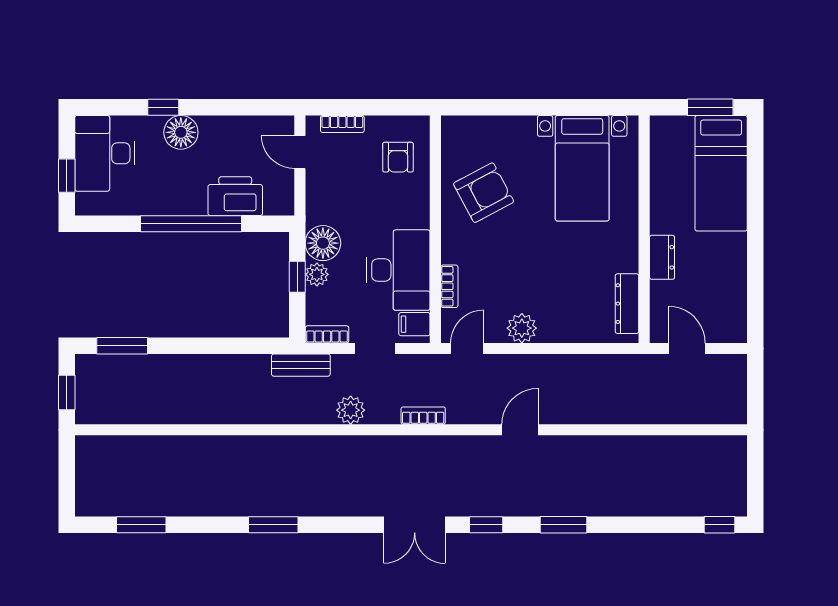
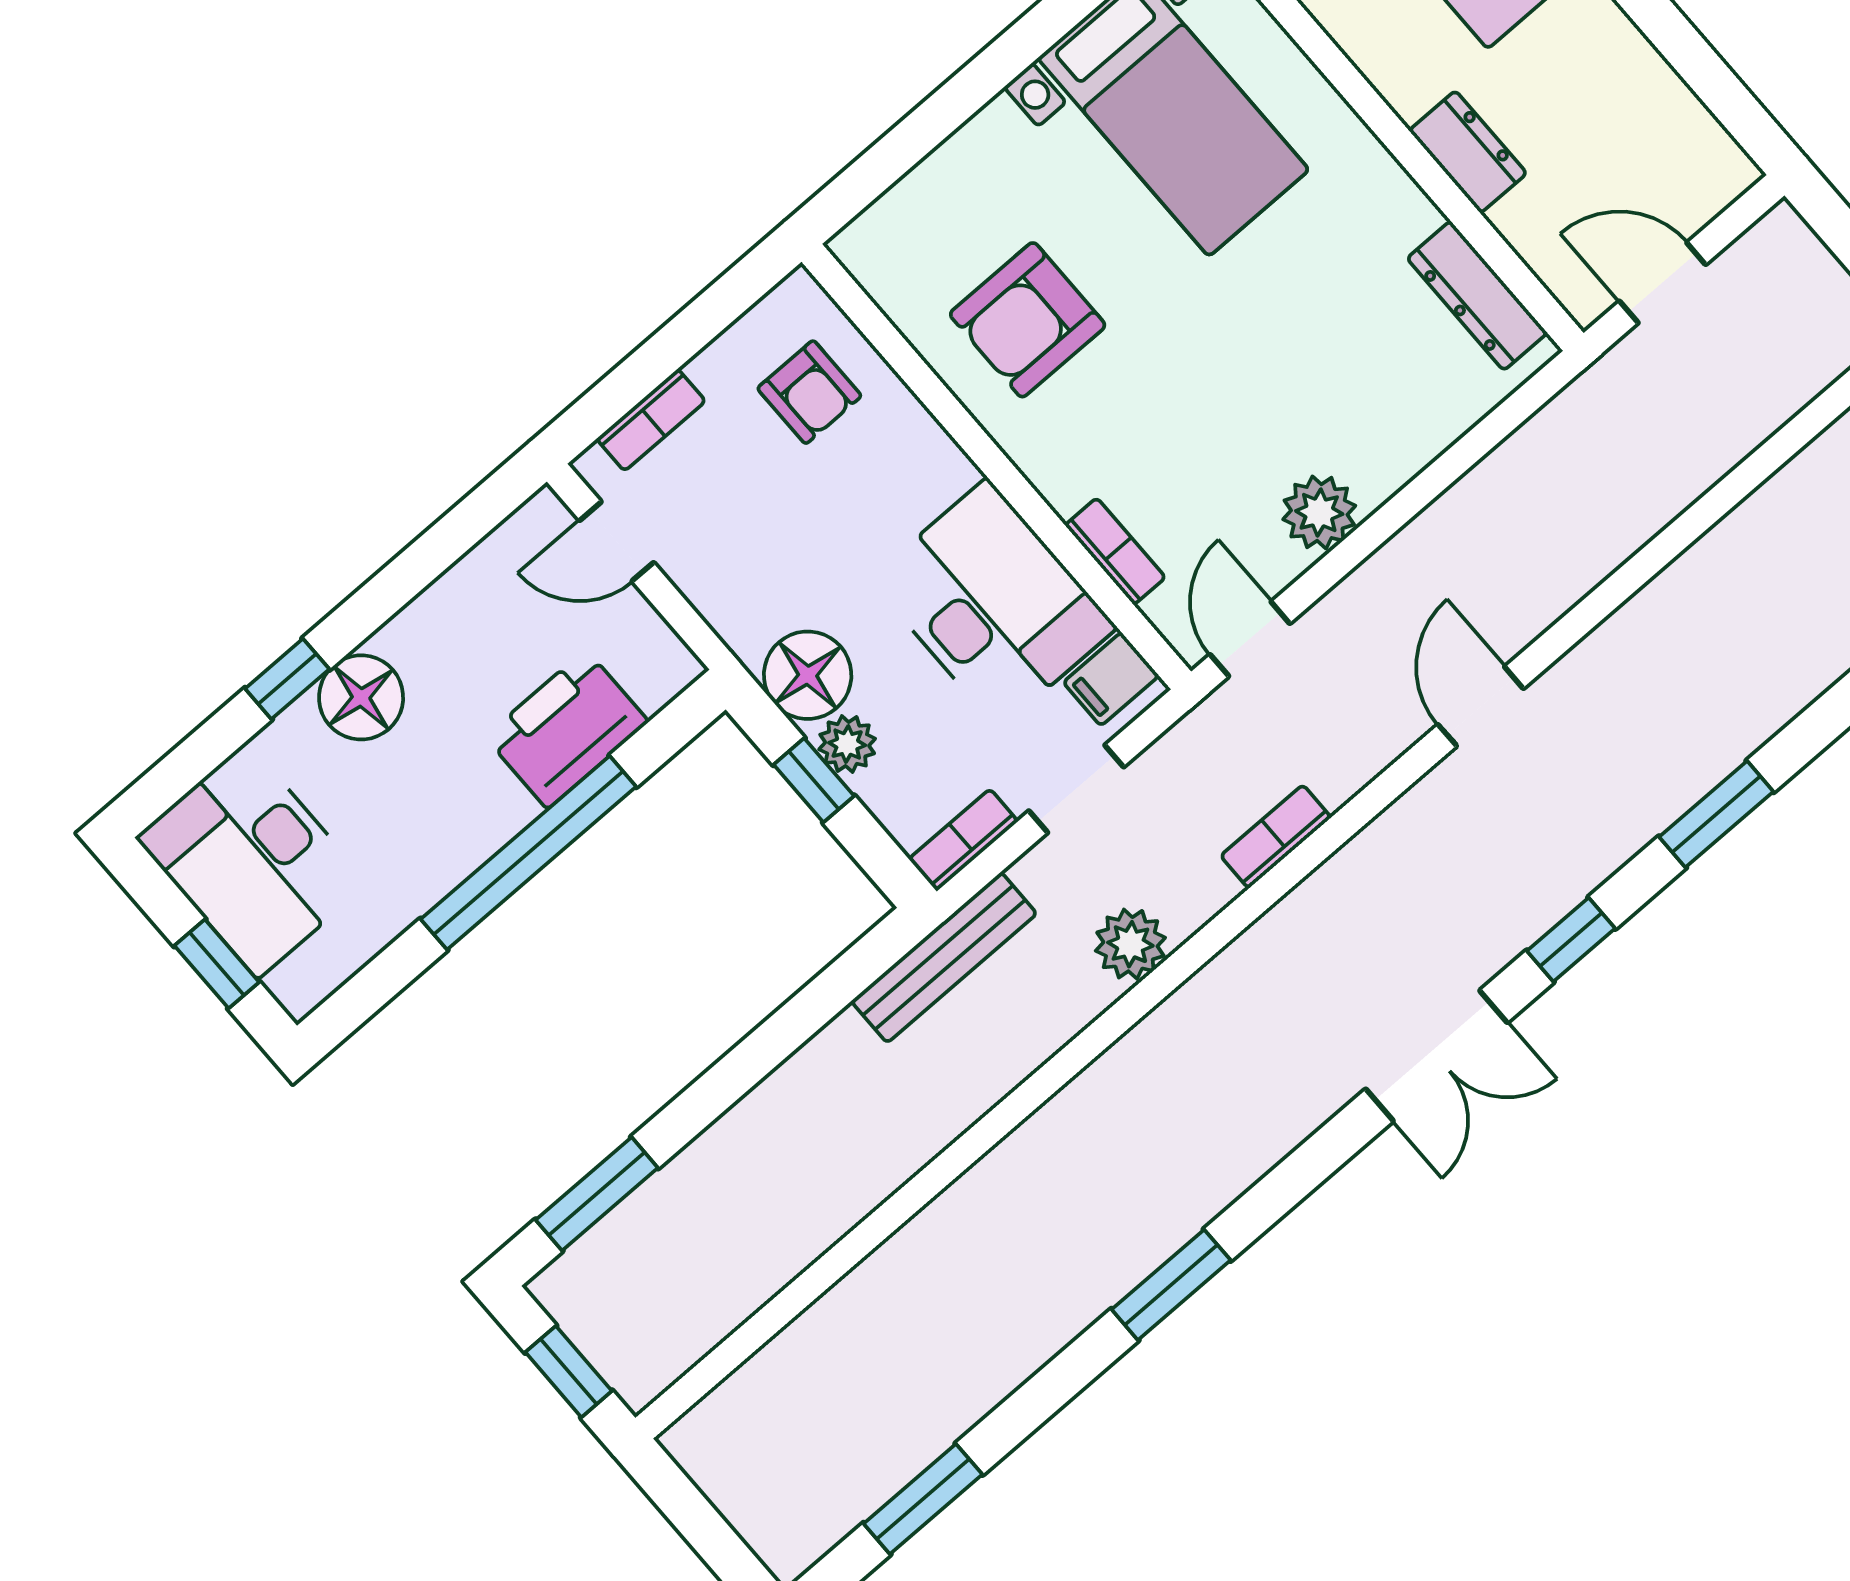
armchair: (484, 193) -> (1028, 320), turned -152
bench: (301, 365) -> (944, 957), width x1.36

